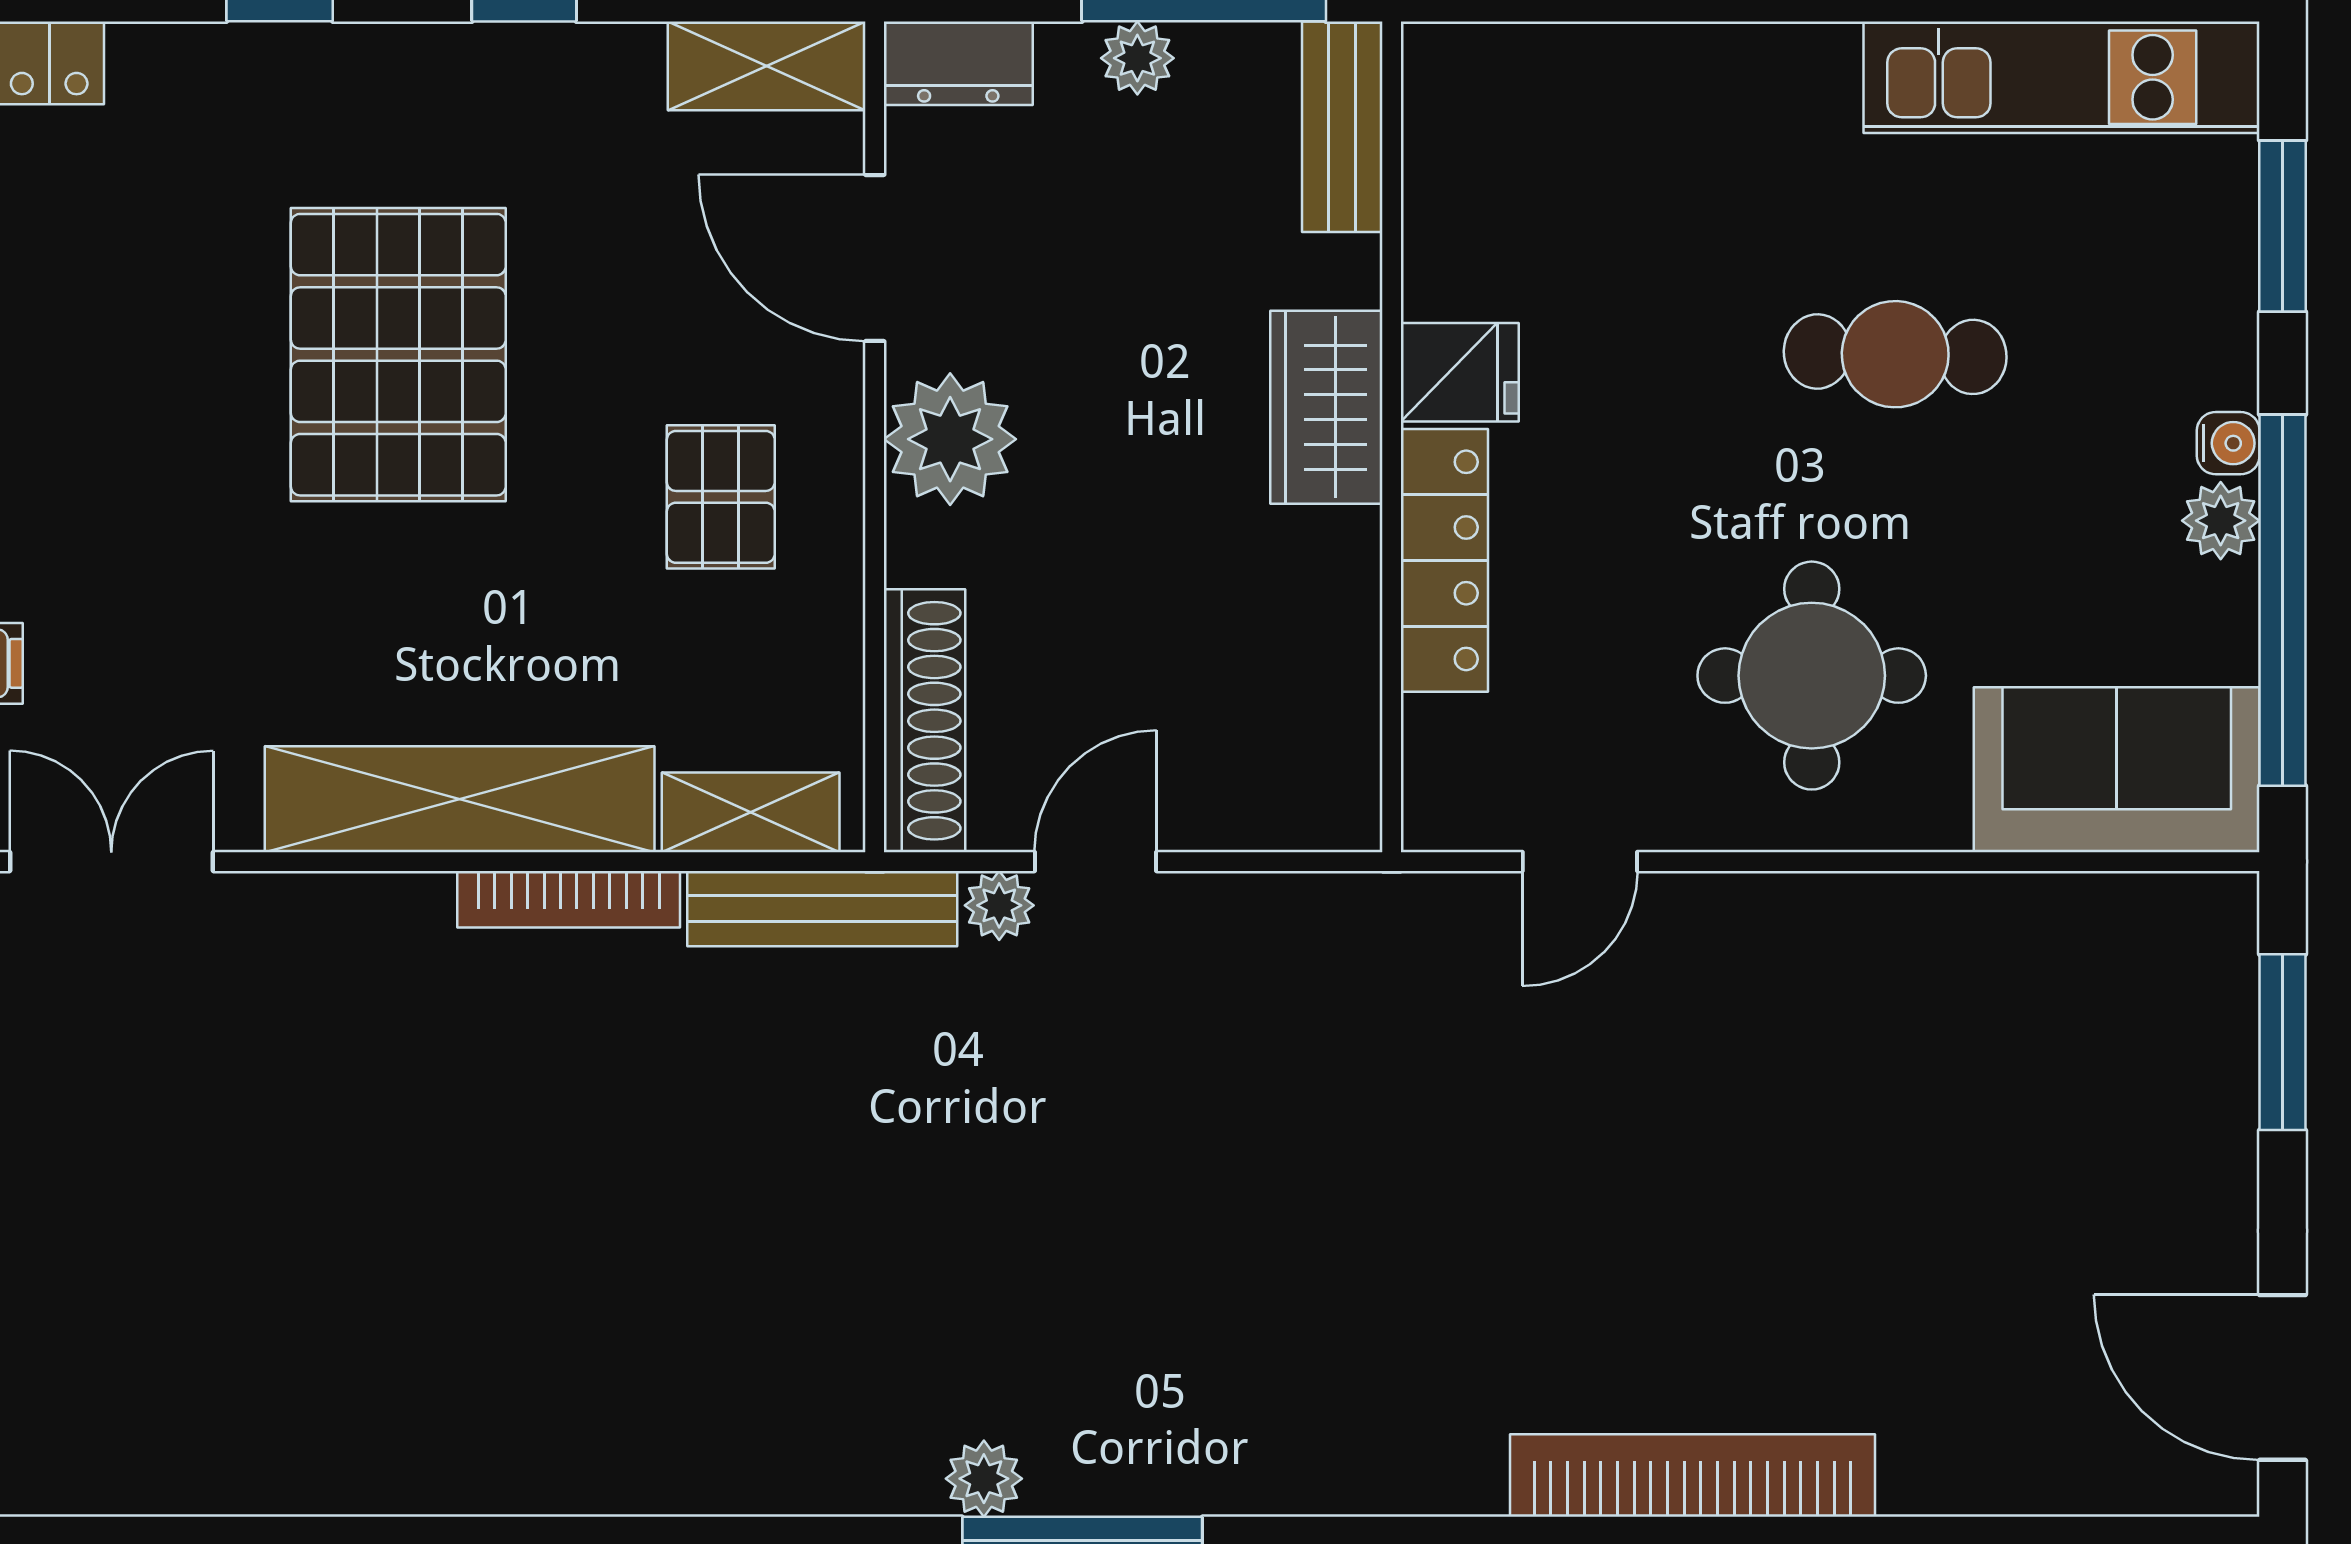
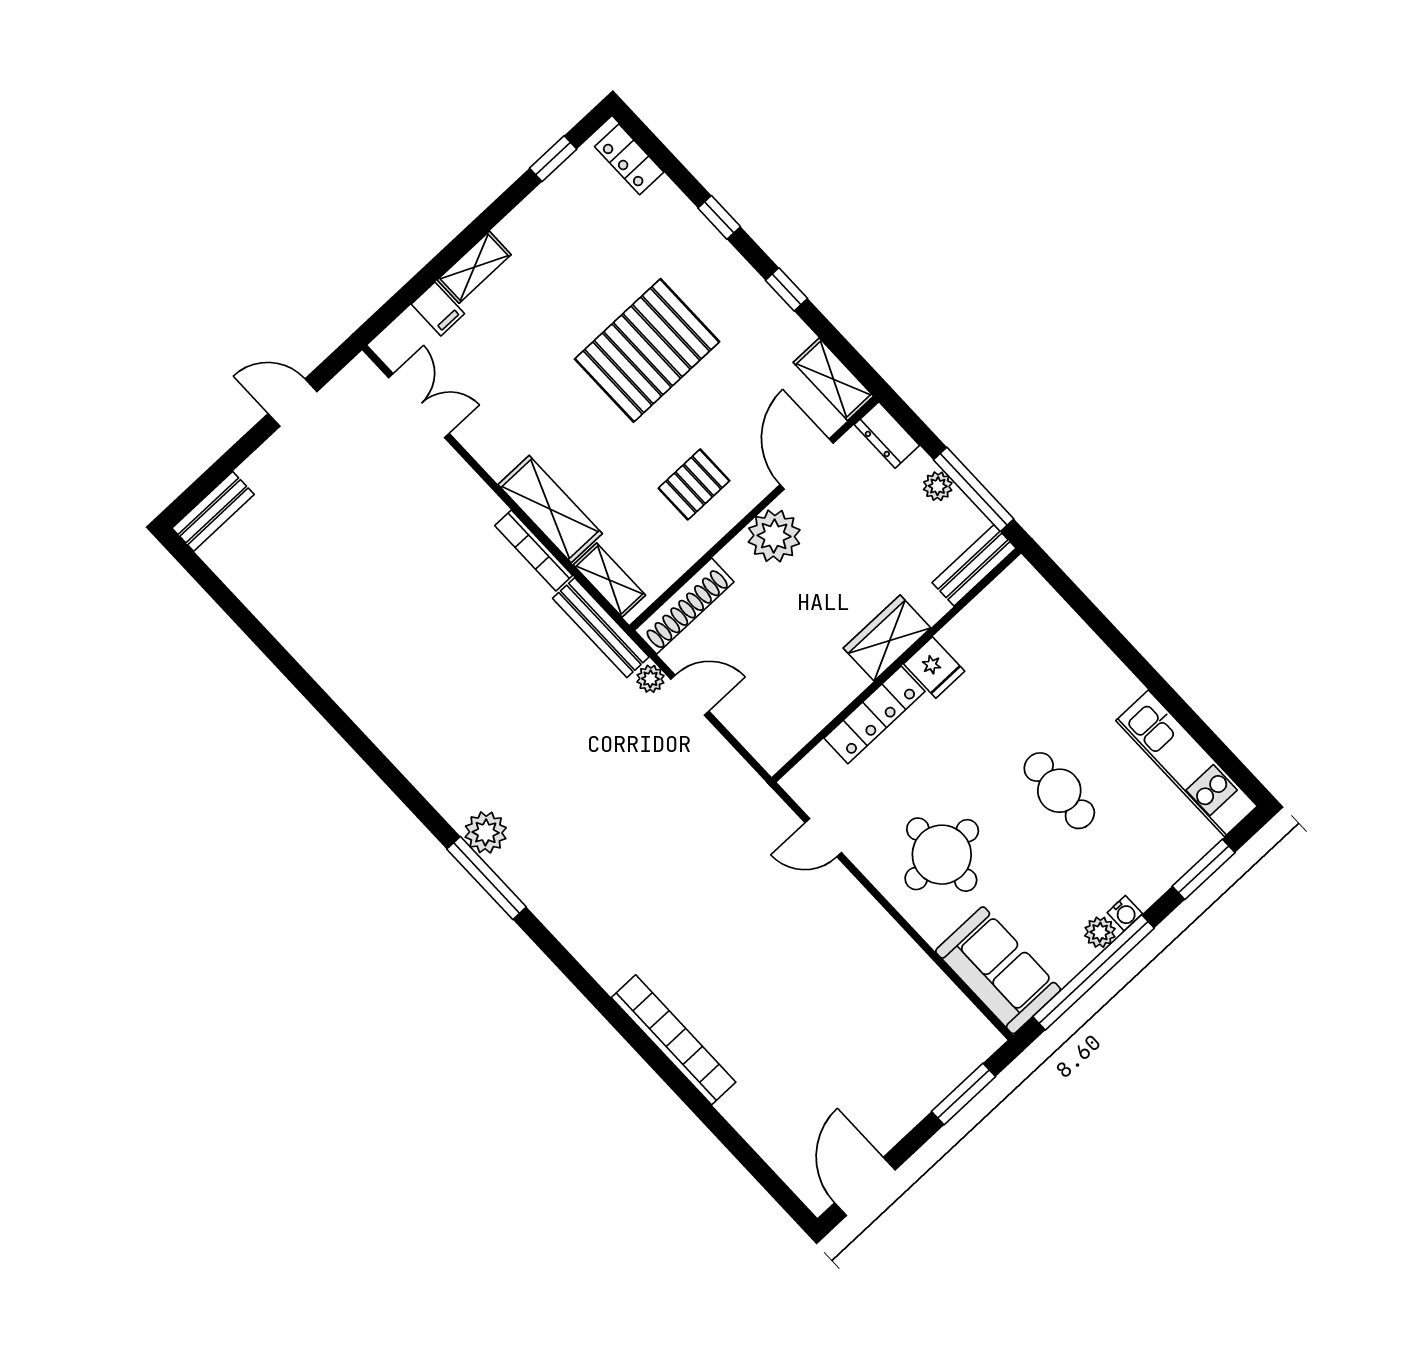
shelving: (460, 799) -> (550, 509), width x0.68
plant: (984, 1479) -> (486, 832), width x1.38, depth x1.38

